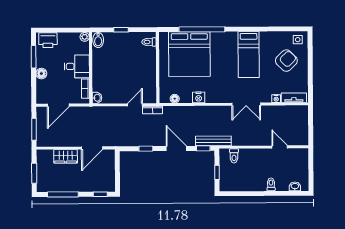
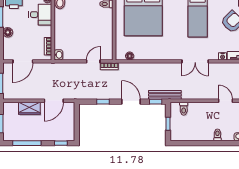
desk: (77, 66) -> (40, 15), moved
nightstand: (199, 97) -> (152, 55), removed

